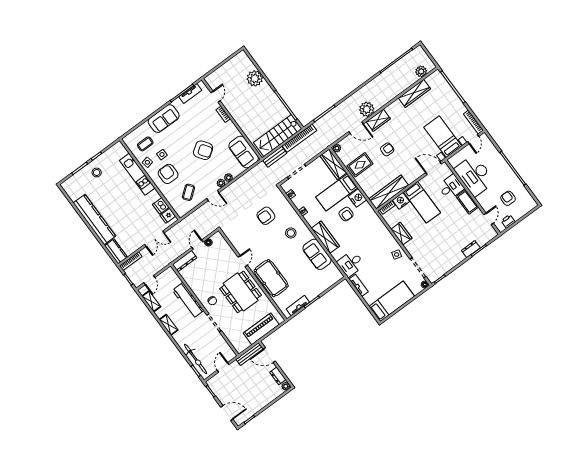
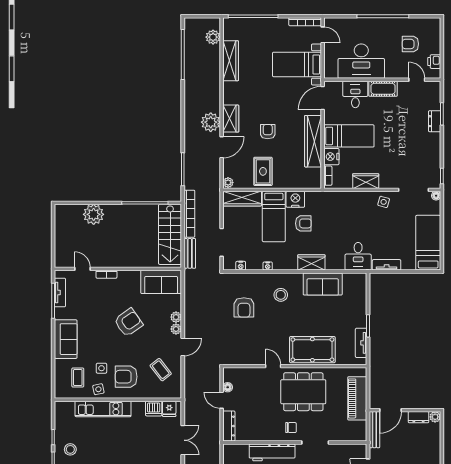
wardrobe: (389, 192) -> (313, 141), moved
wardrobe: (325, 237) -> (311, 262), width x0.67

